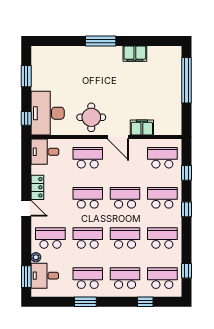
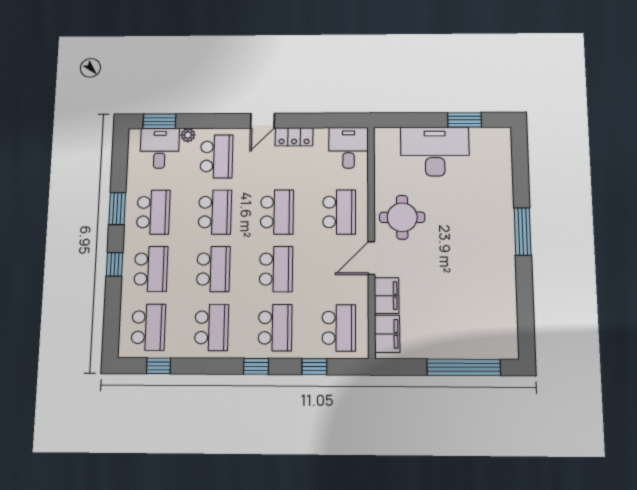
filing cabinet: (135, 54) -> (387, 334), moved, turned 180
desk: (48, 113) -> (435, 152), moved
window: (26, 118) -> (399, 120), removed
window: (145, 302) -> (114, 264), moved

